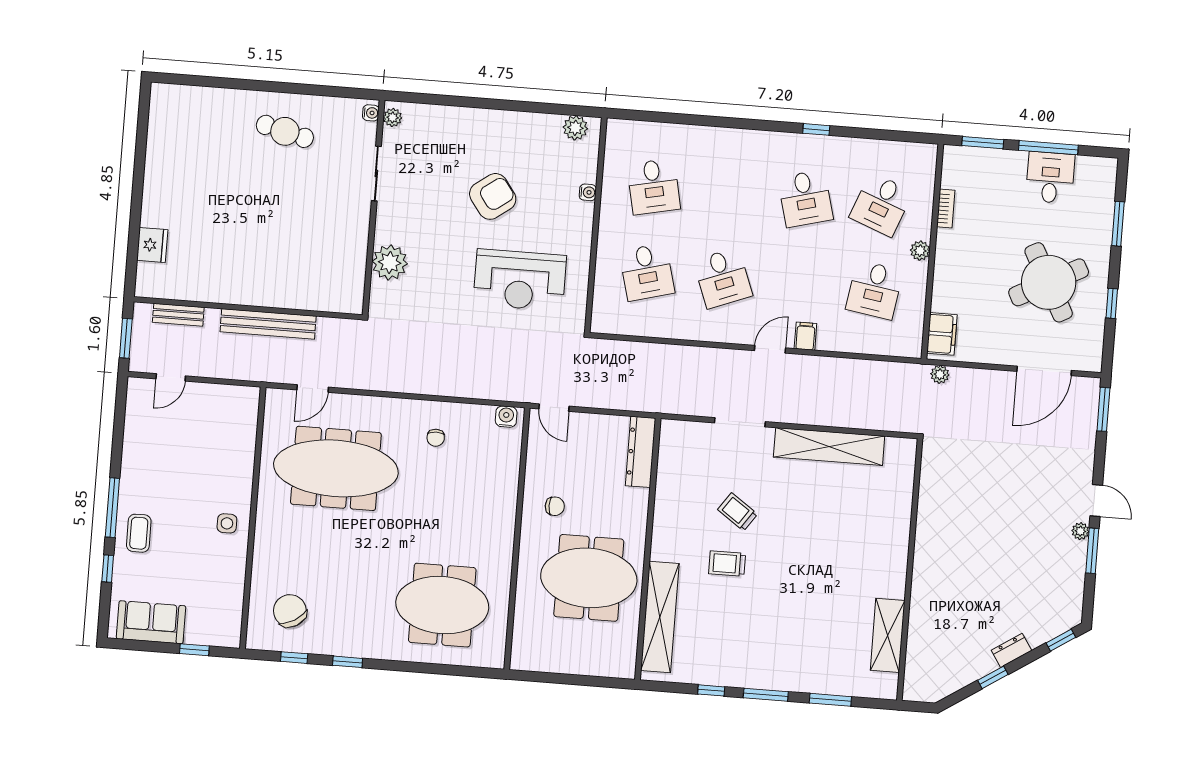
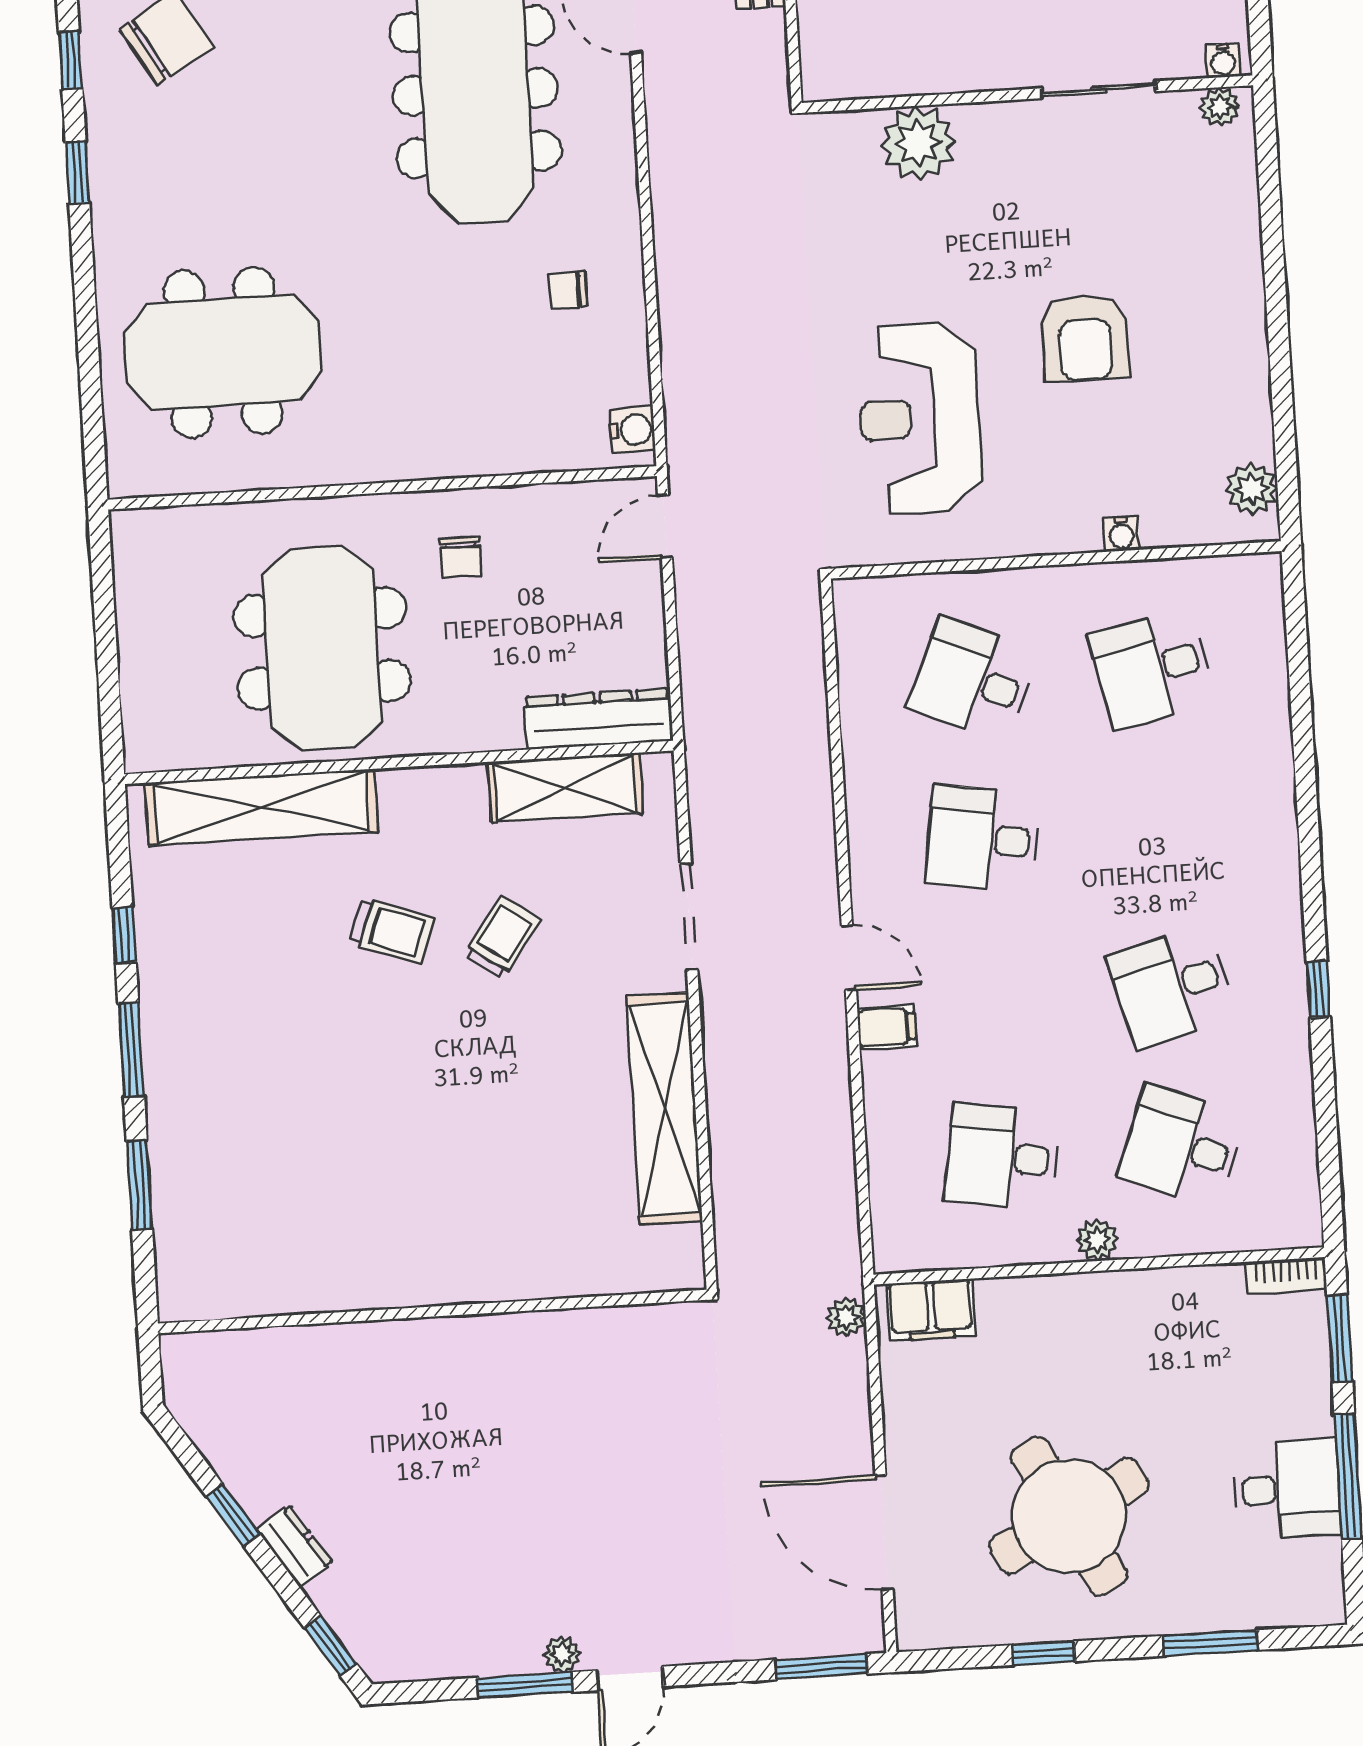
armchair: (493, 196) -> (1085, 338), turned 36
bookcase: (946, 209) -> (1286, 1275), moved
desk: (647, 272) -> (973, 680), turned 39
desk: (723, 278) -> (983, 839), turned 30
trolley: (727, 564) -> (392, 931), turned 110
meeting table: (442, 605) -> (223, 352), turned 90
shelving: (888, 635) -> (565, 788), moved

